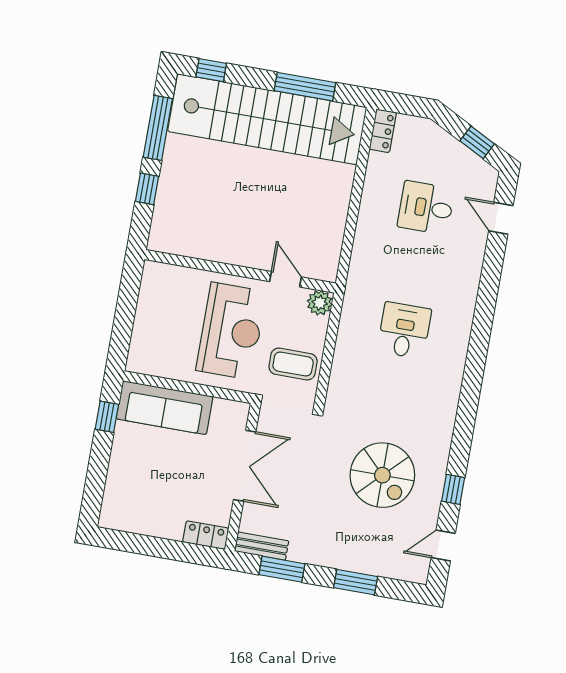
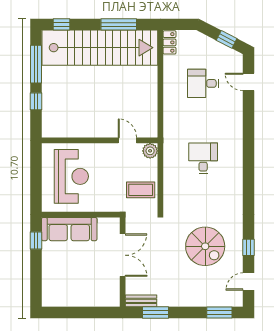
reception desk: (231, 331) -> (71, 176), moved
locker: (206, 535) -> (107, 300), removed
window: (356, 582) -> (219, 312), moved

